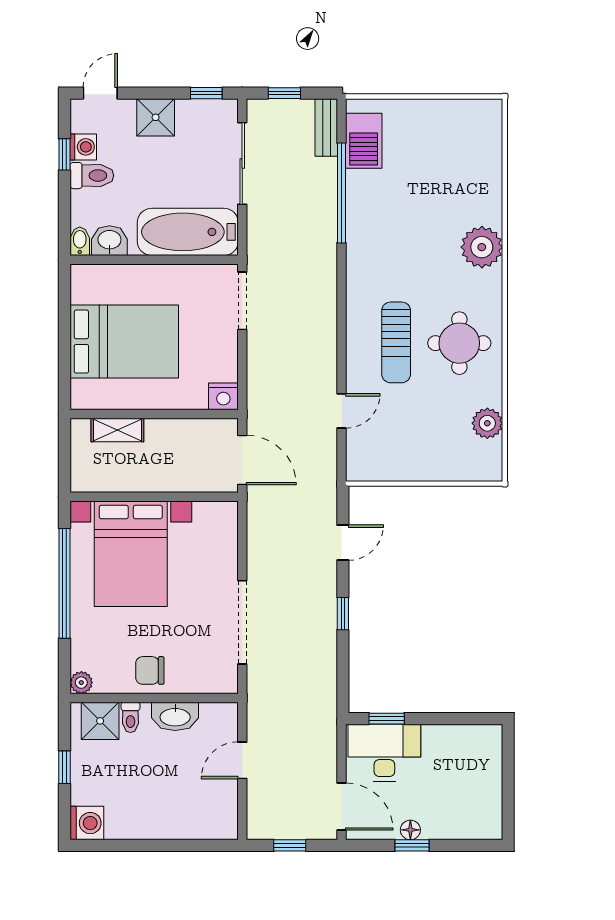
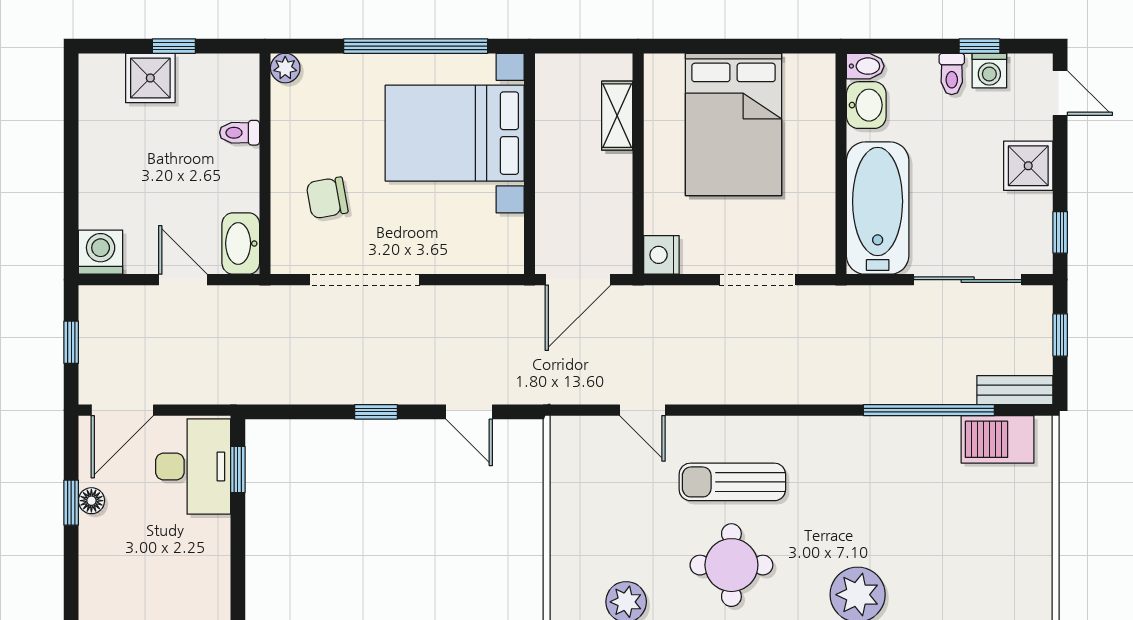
toilet: (92, 176) -> (952, 74), width x0.73, depth x0.72
doorway: (242, 301) -> (757, 280), moved
chair: (150, 670) -> (327, 198), moved, turned -100
washbasin: (175, 716) -> (241, 244), moved
shower: (100, 721) -> (150, 78), moved
washing machine: (87, 823) -> (101, 252), moved, turned 180

